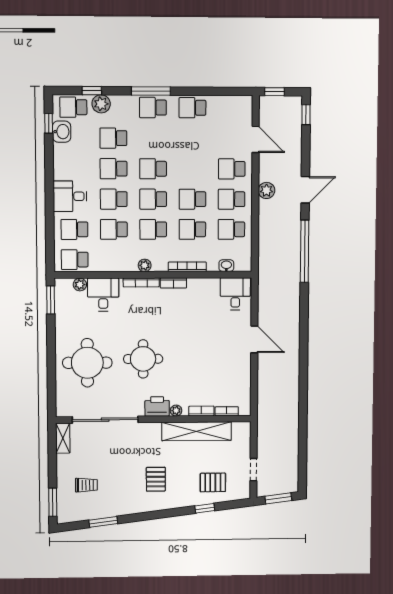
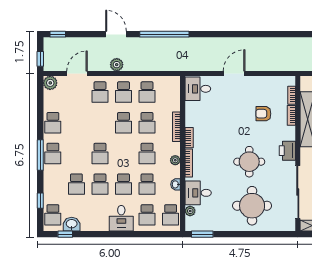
plant: (101, 104) -> (50, 83), moved
school desk: (153, 199) -> (124, 153), removed
washbasin: (226, 266) -> (176, 184), moved
armchair: (204, 376) -> (263, 114), added
plant: (176, 411) -> (291, 136), removed

